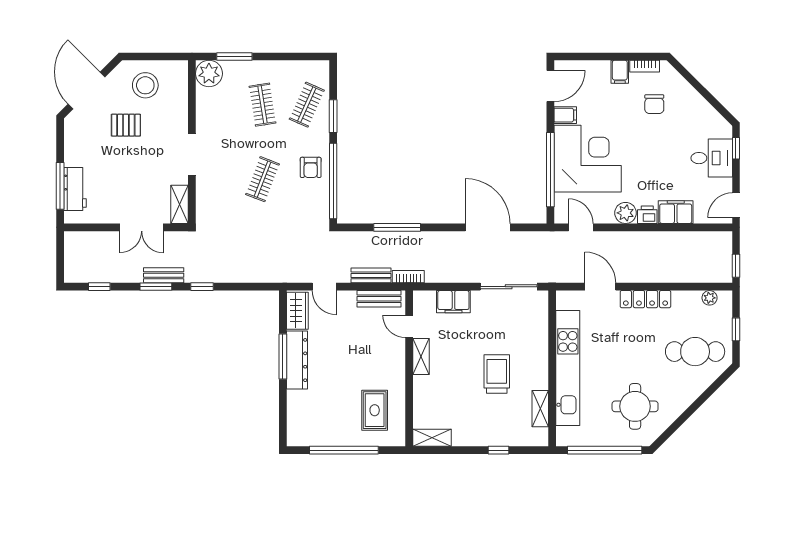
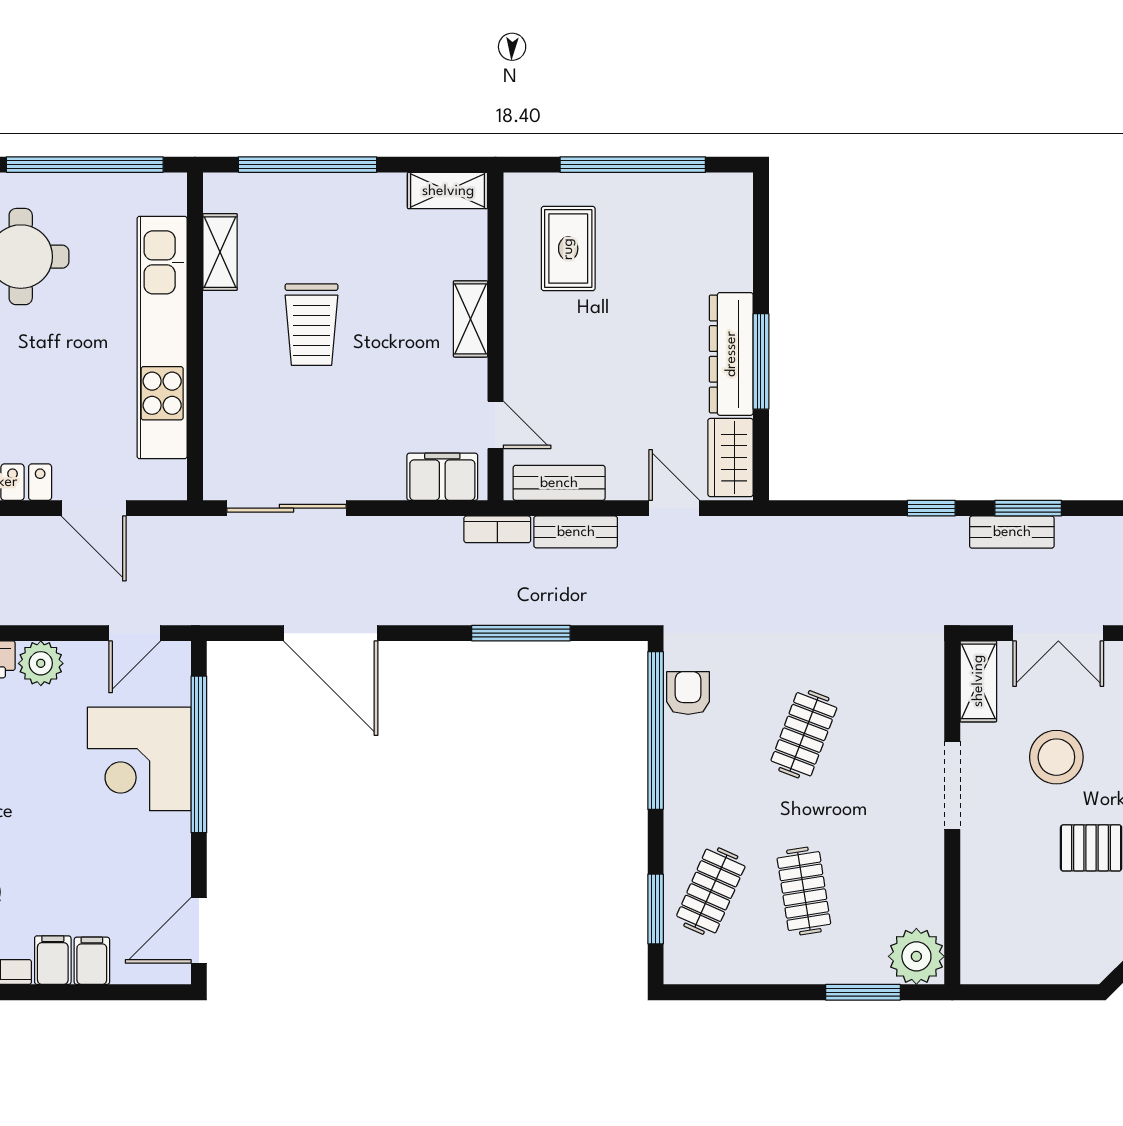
stool: (145, 85) -> (1056, 757), moved
filing cabinet: (565, 115) -> (92, 961), moved, turned 90
window: (333, 116) -> (656, 909), moved
corner desk: (588, 159) -> (139, 759), width x0.74, depth x0.74
armchair: (311, 167) -> (688, 693), moved
double door: (142, 227) -> (1058, 633), swing flipped
door: (581, 227) -> (135, 633), hinge flipped
filing cabinet: (453, 302) -> (442, 477), moved
shelving: (421, 356) -> (471, 319), moved
window: (499, 450) -> (308, 165), width x3.17

